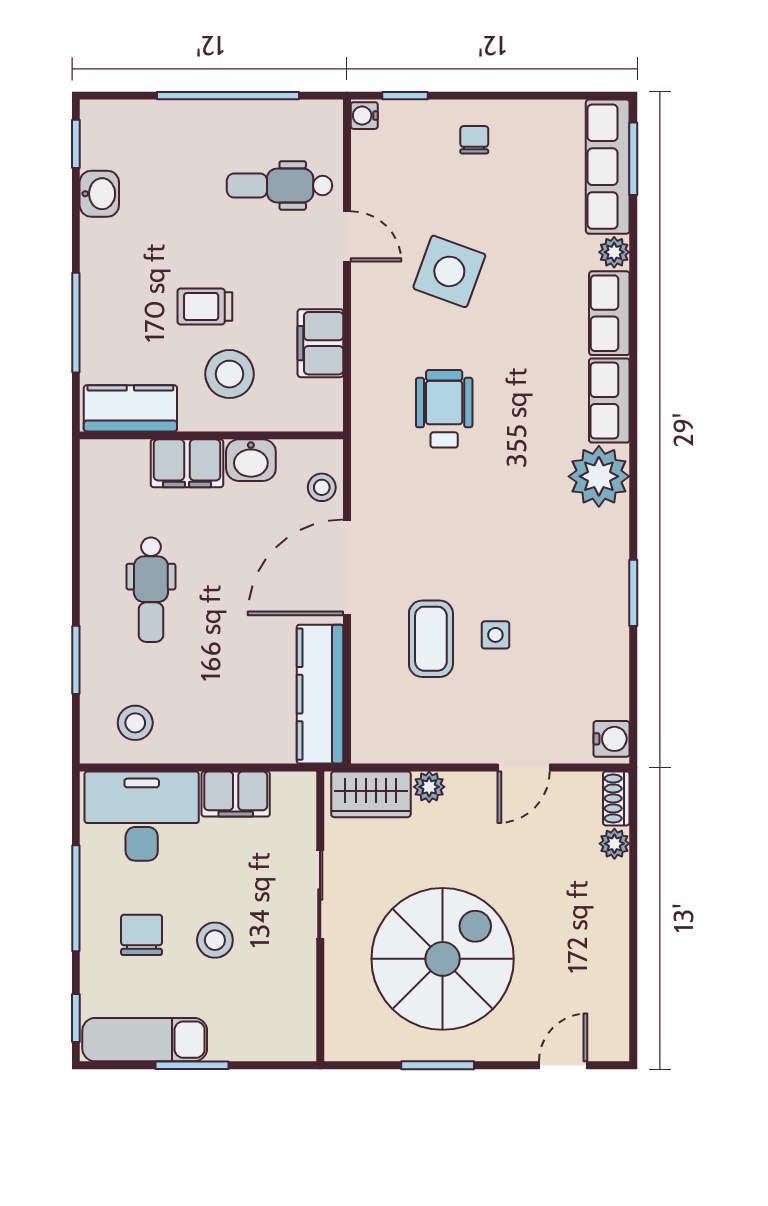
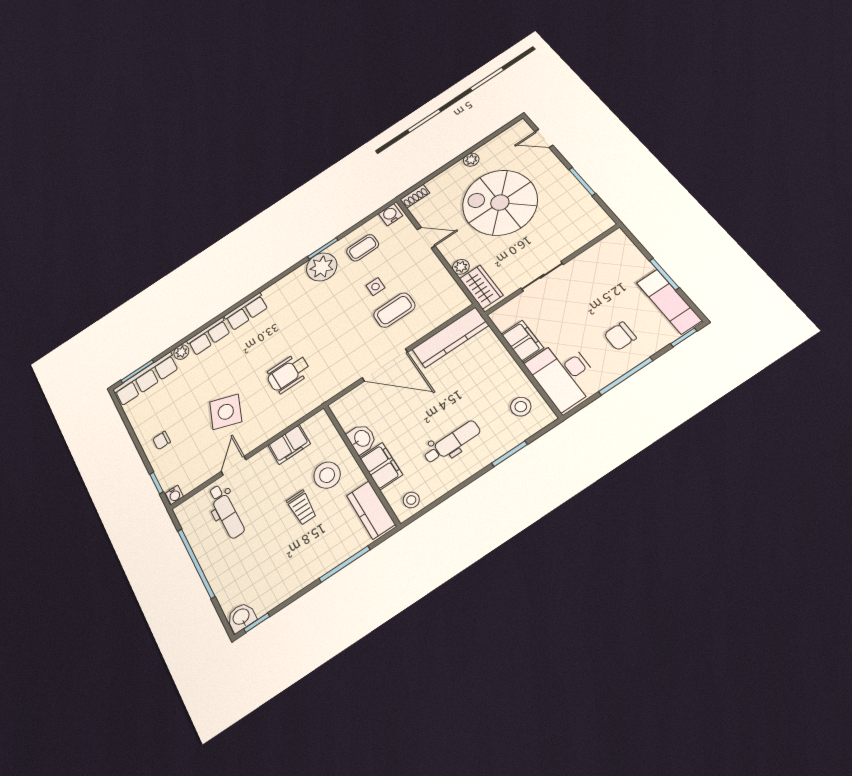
washbasin: (99, 194) -> (241, 617), moved
plant: (599, 476) -> (322, 267), moved
stool: (322, 487) -> (411, 500), moved
coffee table: (584, 657) -> (363, 248), added
plant: (614, 844) -> (471, 160), moved
stool: (215, 940) -> (597, 304), removed
spiral stairs: (443, 959) -> (500, 203), moved

